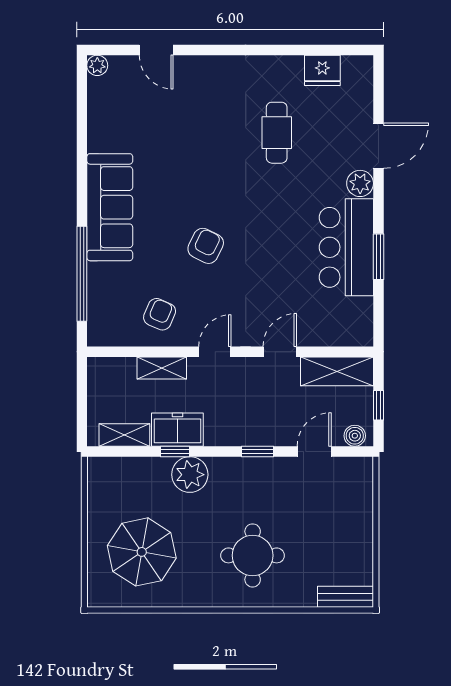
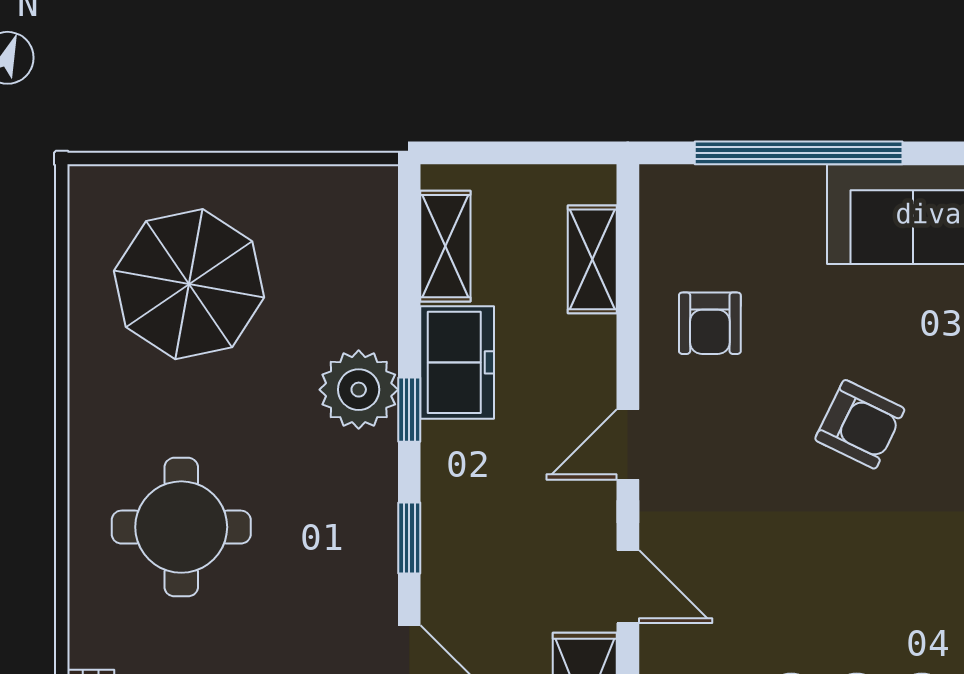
armchair: (160, 314) -> (710, 323), turned 67
door: (215, 352) -> (628, 444), swing flipped
shelving: (162, 368) -> (592, 259), moved
window: (175, 451) -> (409, 410), moved

